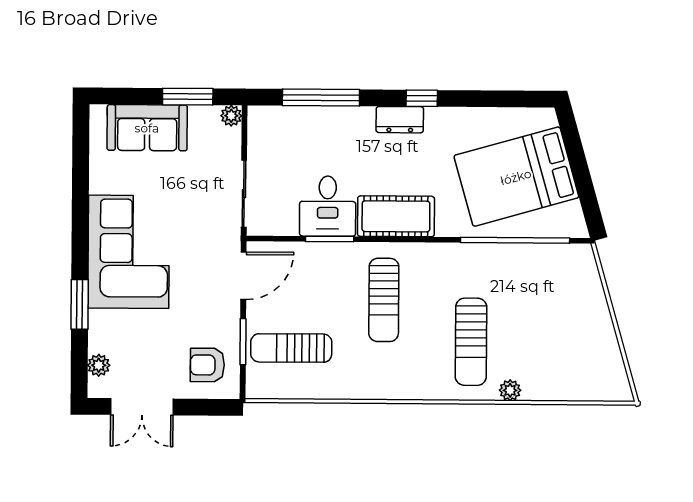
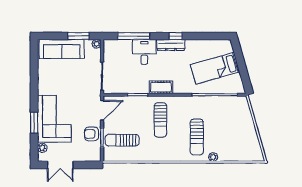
dresser: (400, 120) -> (171, 45), width x1.44
sofa: (147, 128) -> (62, 49), width x1.36
bed: (516, 177) -> (215, 68), width x0.67
desk: (328, 206) -> (144, 52), moved, turned 180
cot: (396, 216) -> (161, 87), width x0.73, depth x0.75
corner sofa: (129, 252) -> (54, 119), moved
armchair: (207, 365) -> (92, 134), moved

